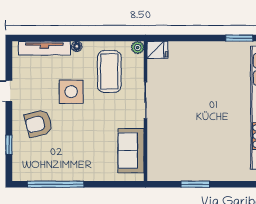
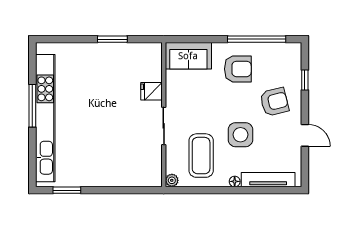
fridge: (157, 50) -> (151, 91), moved
sofa: (131, 151) -> (188, 56), moved, turned 90
armchair: (74, 155) -> (238, 69), added

